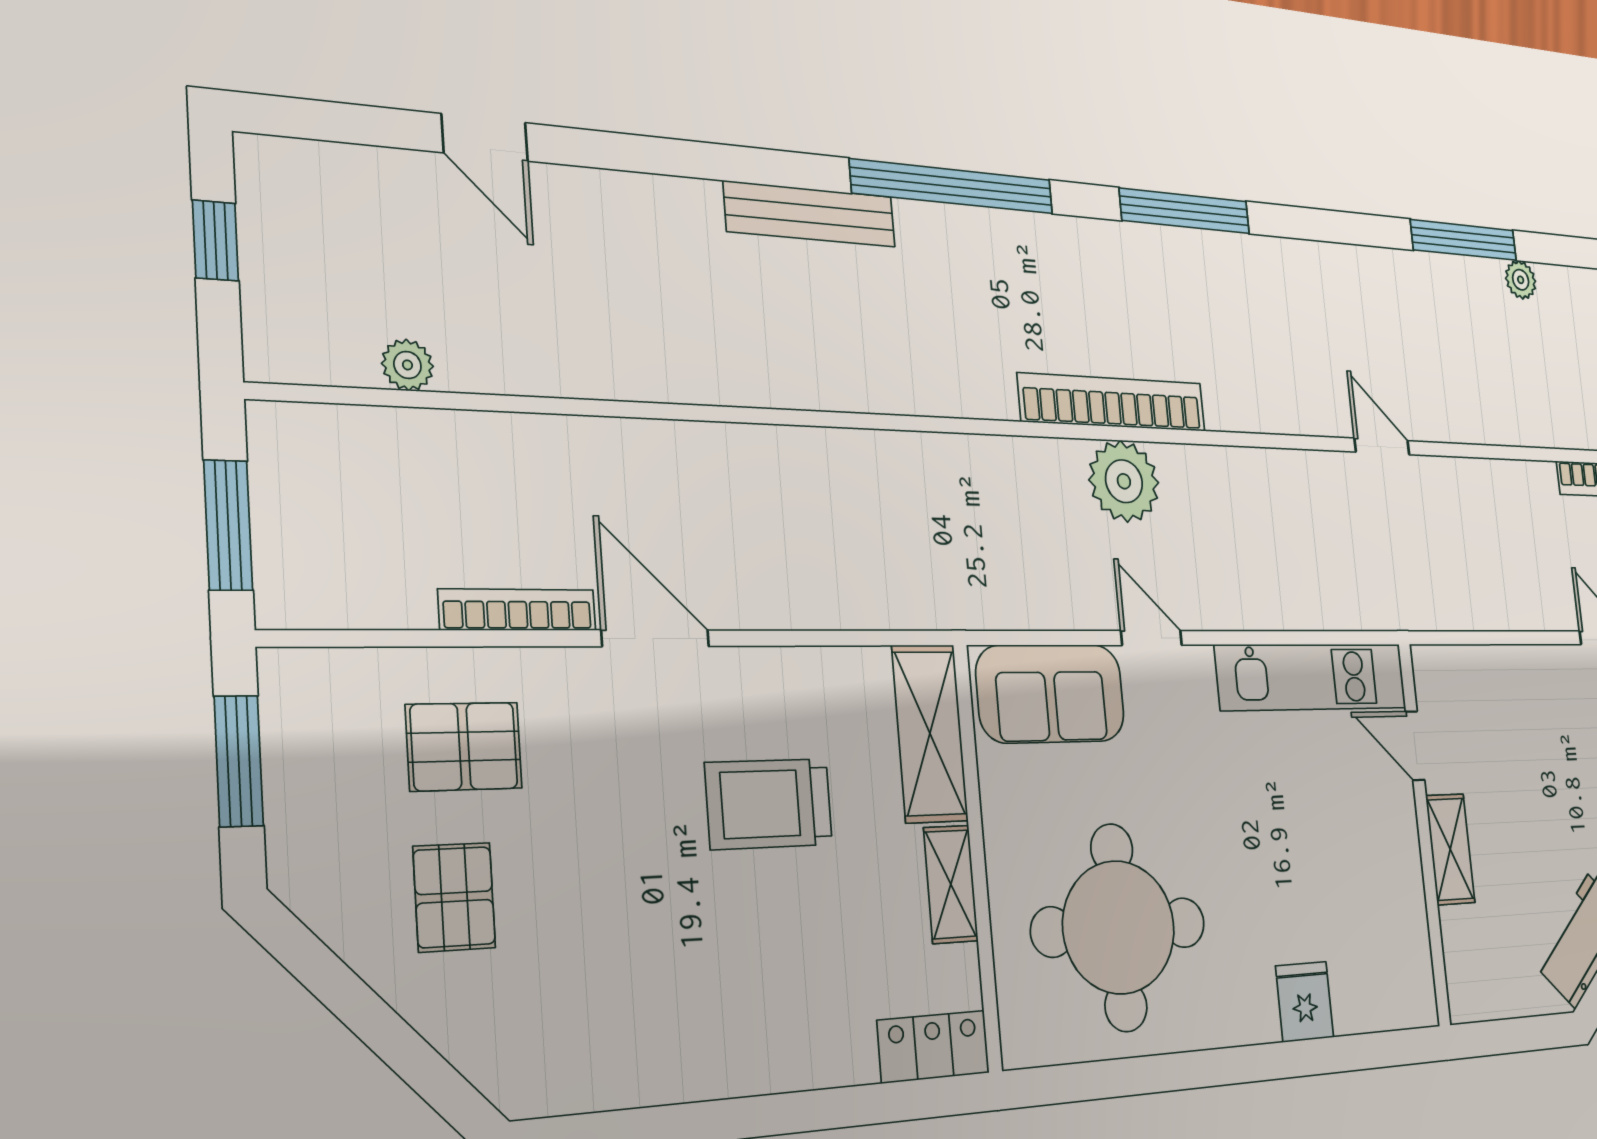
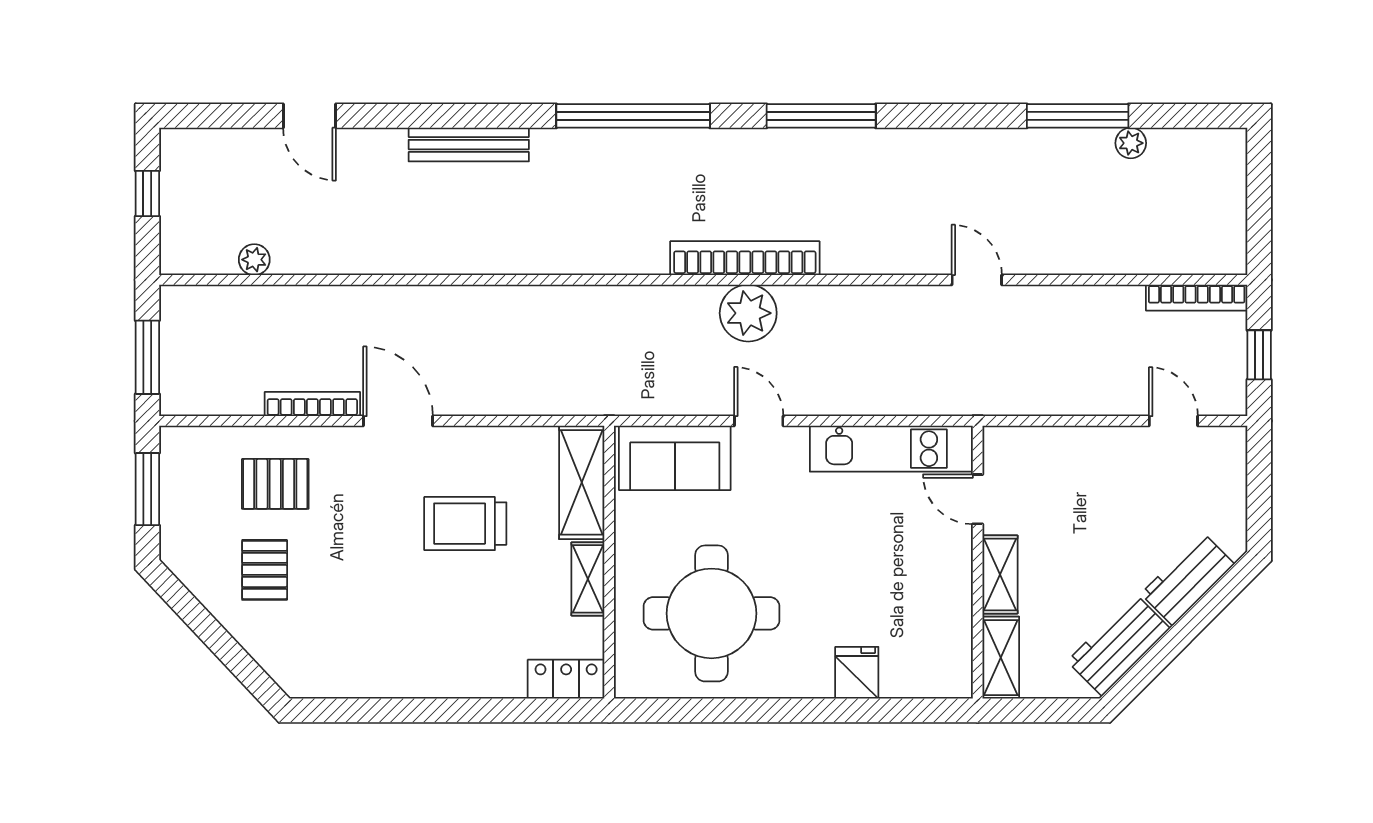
bench: (810, 214) -> (469, 145), moved
shelving: (1464, 966) -> (1001, 658), added

